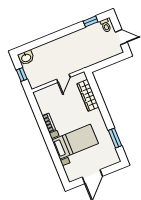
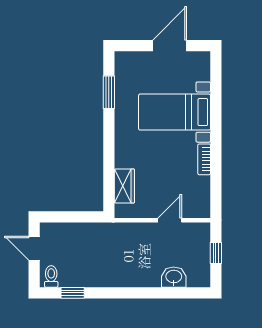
washbasin: (26, 58) -> (174, 277), moved
door: (63, 78) -> (170, 220), moved
wardrobe: (88, 95) -> (124, 186), width x0.67

